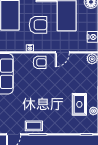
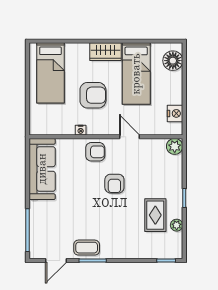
door: (62, 52) -> (129, 137), swing flipped
armchair: (52, 83) -> (114, 184), added

